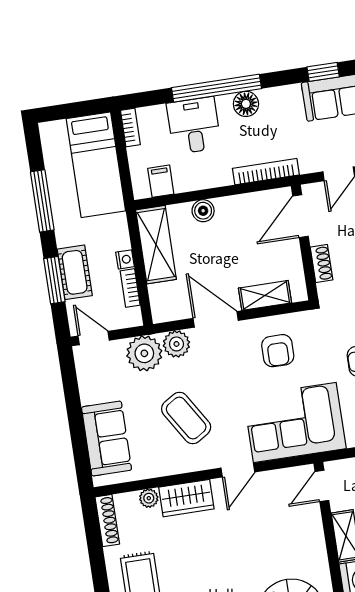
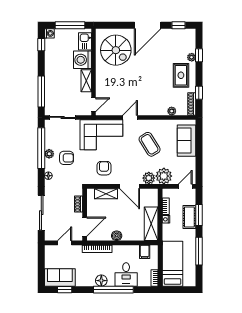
boiler: (203, 211) -> (117, 236), moved
door: (94, 338) -> (185, 186), swing flipped
wardrobe: (186, 498) -> (155, 108), removed
window: (95, 547) -> (199, 93), added

